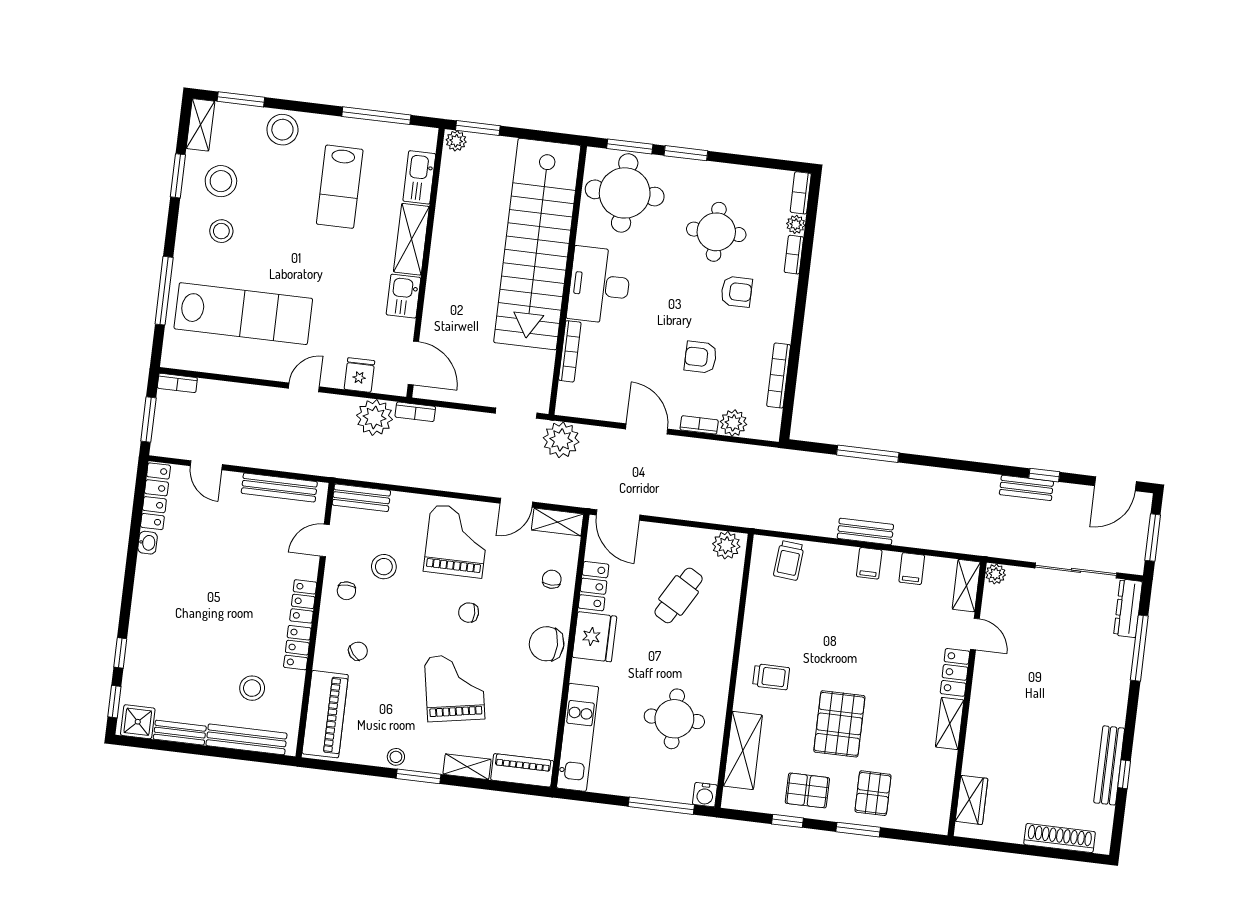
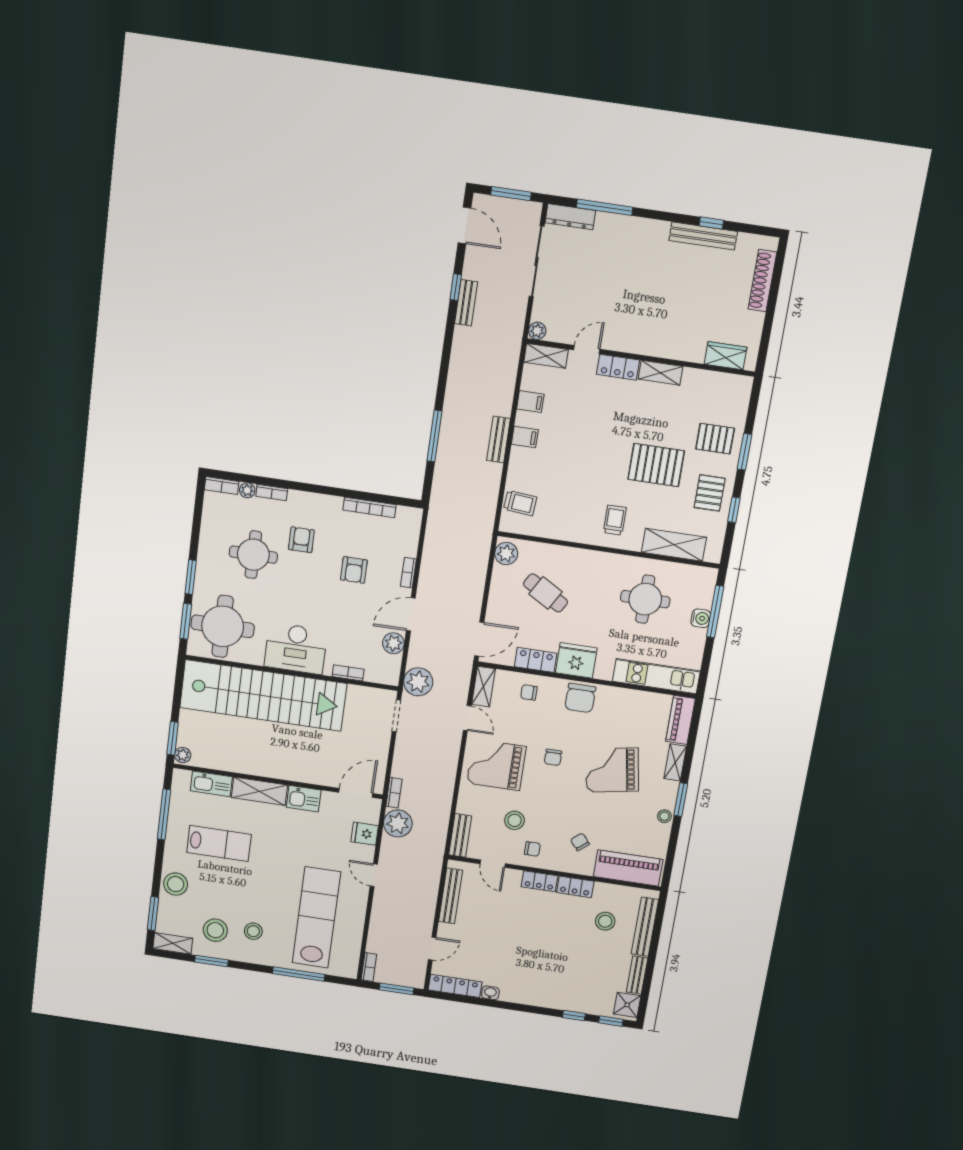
bookcase: (570, 351) -> (348, 673), width x0.64
plant: (733, 423) -> (393, 643), moved
water cooler: (705, 795) -> (701, 618), moved

